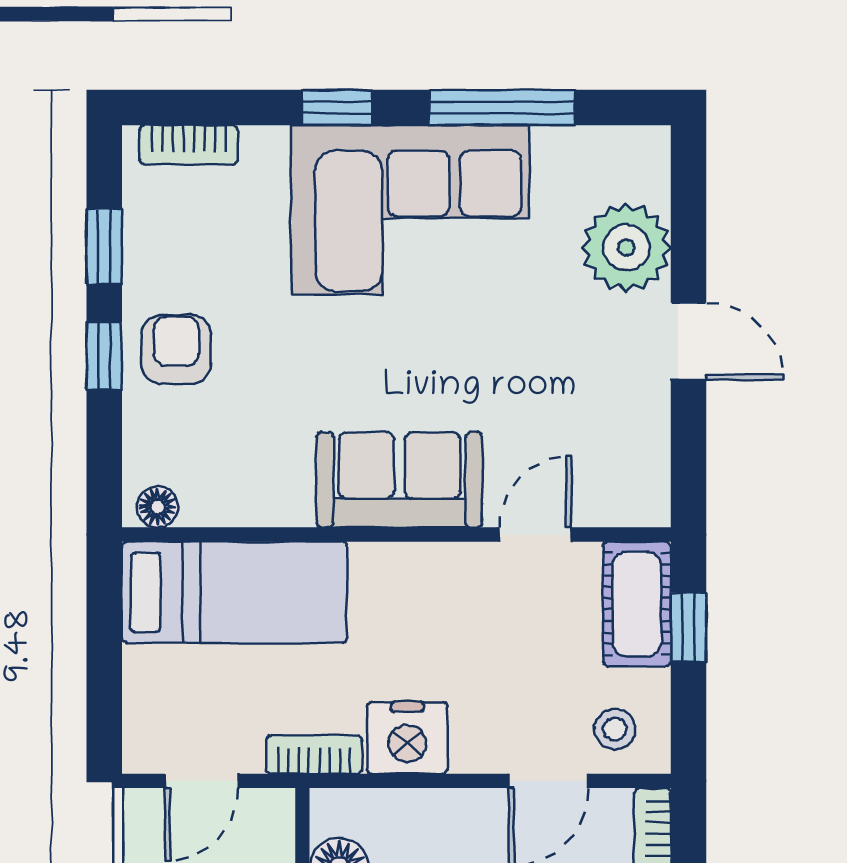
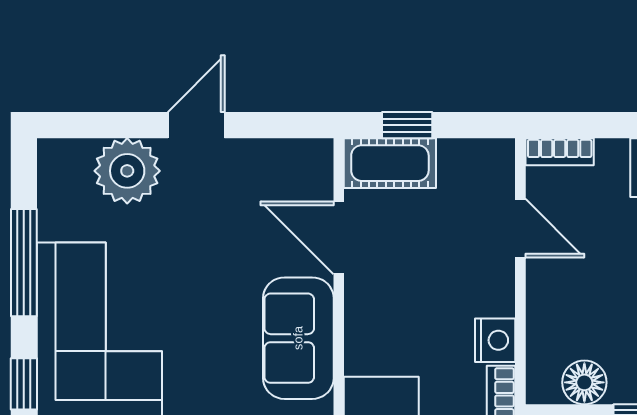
door: (535, 535) -> (339, 238), width x1.37
stool: (615, 729) -> (482, 179), removed
nightstand: (407, 738) -> (495, 340), width x0.74, depth x0.75

